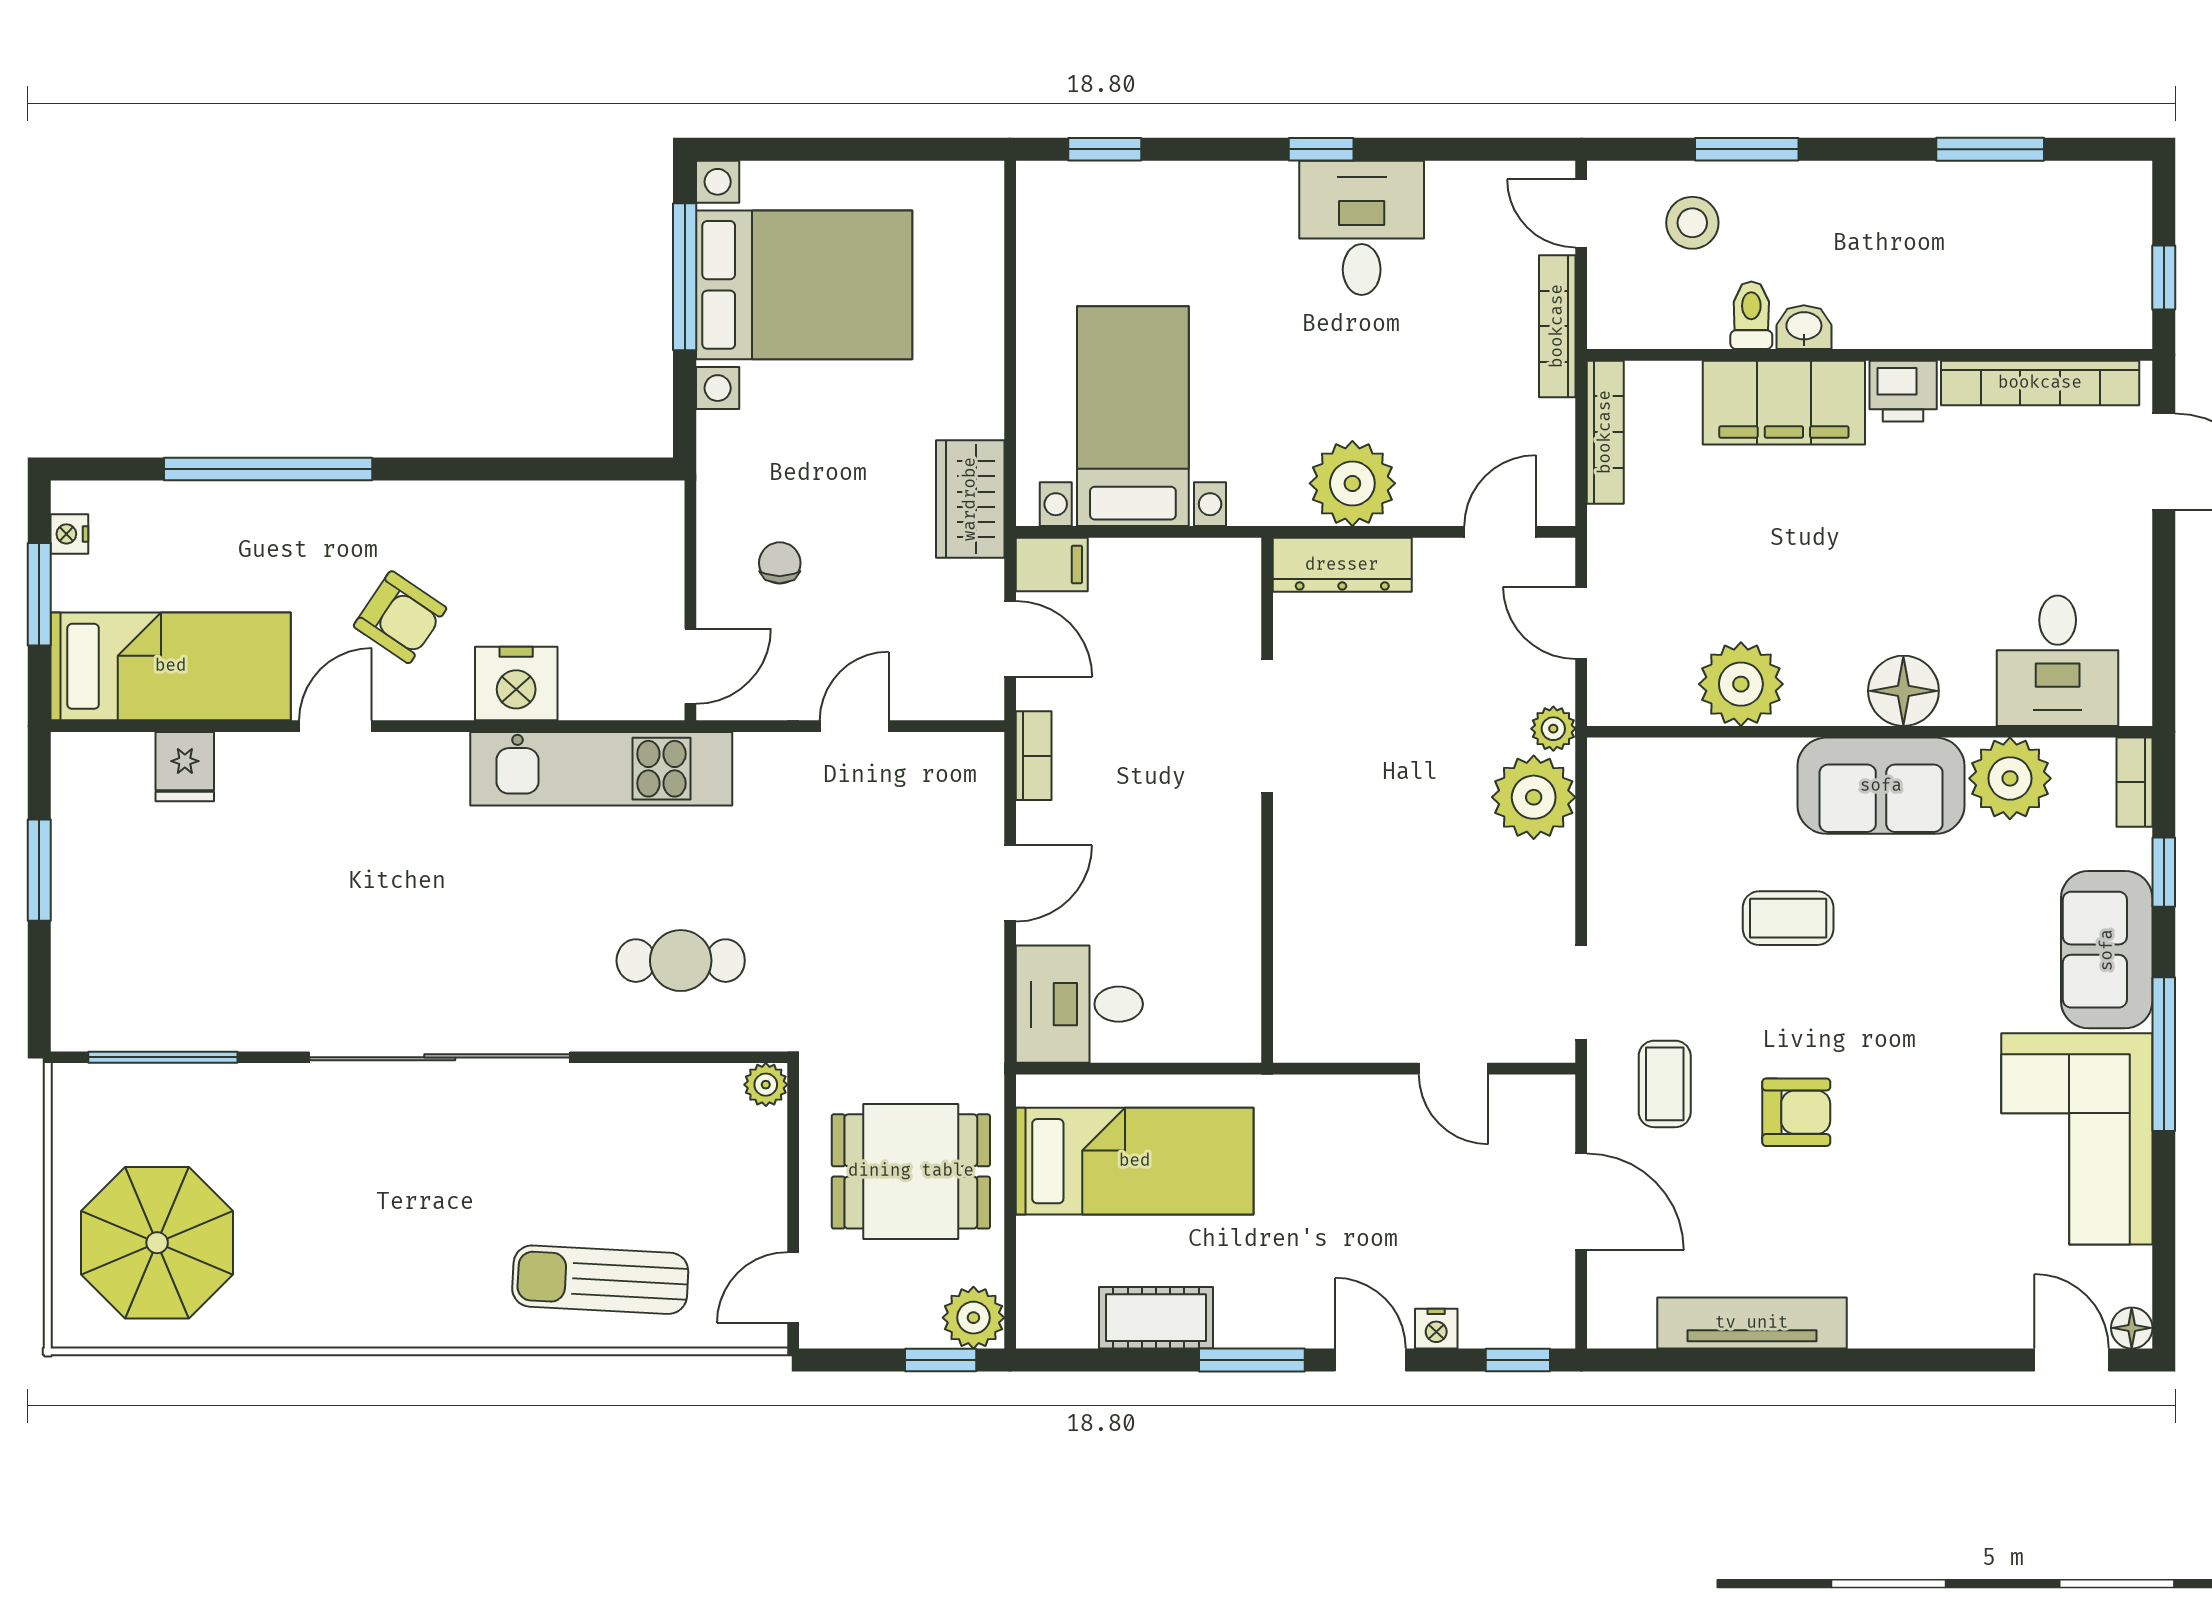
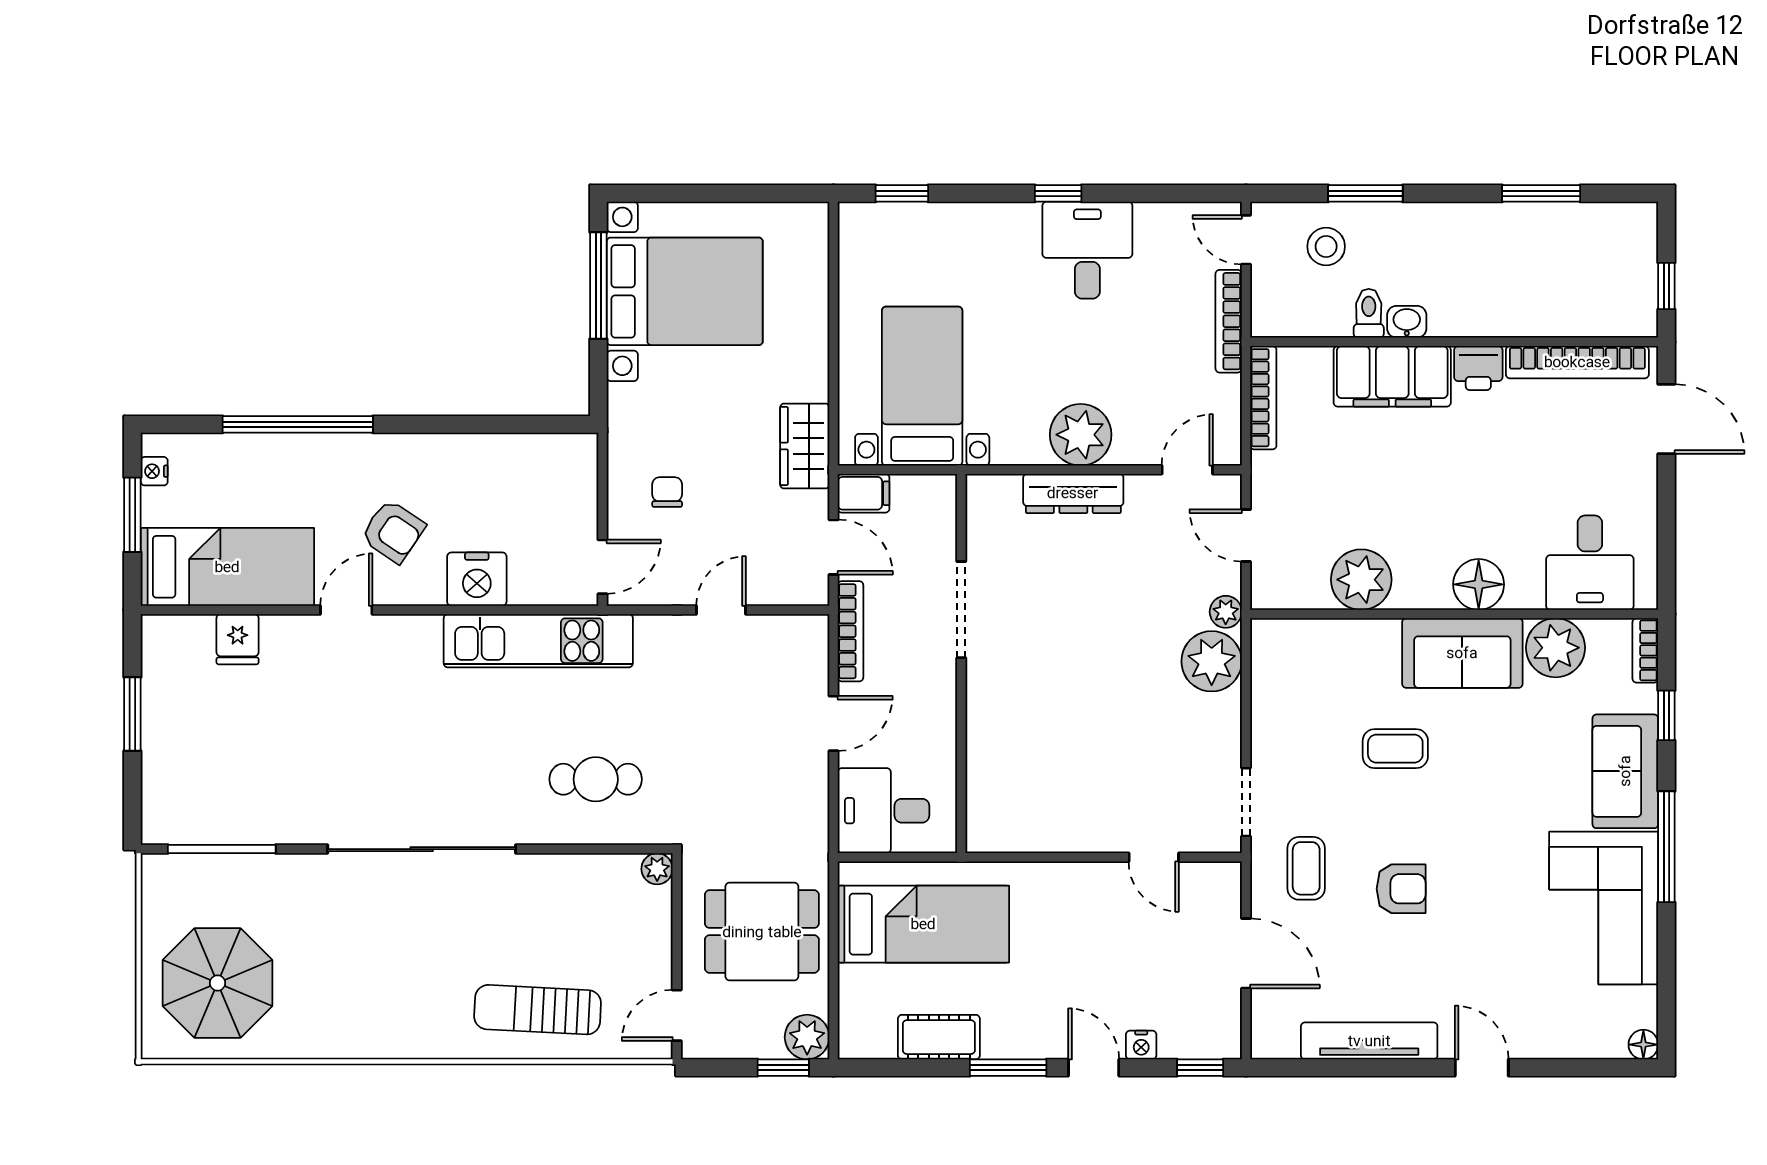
doorway: (1267, 726) -> (961, 610), moved
bookcase: (1034, 756) -> (850, 631), width x1.56
wall: (1267, 800) -> (961, 664), moved
door: (2072, 1360) -> (1482, 1068), moved

